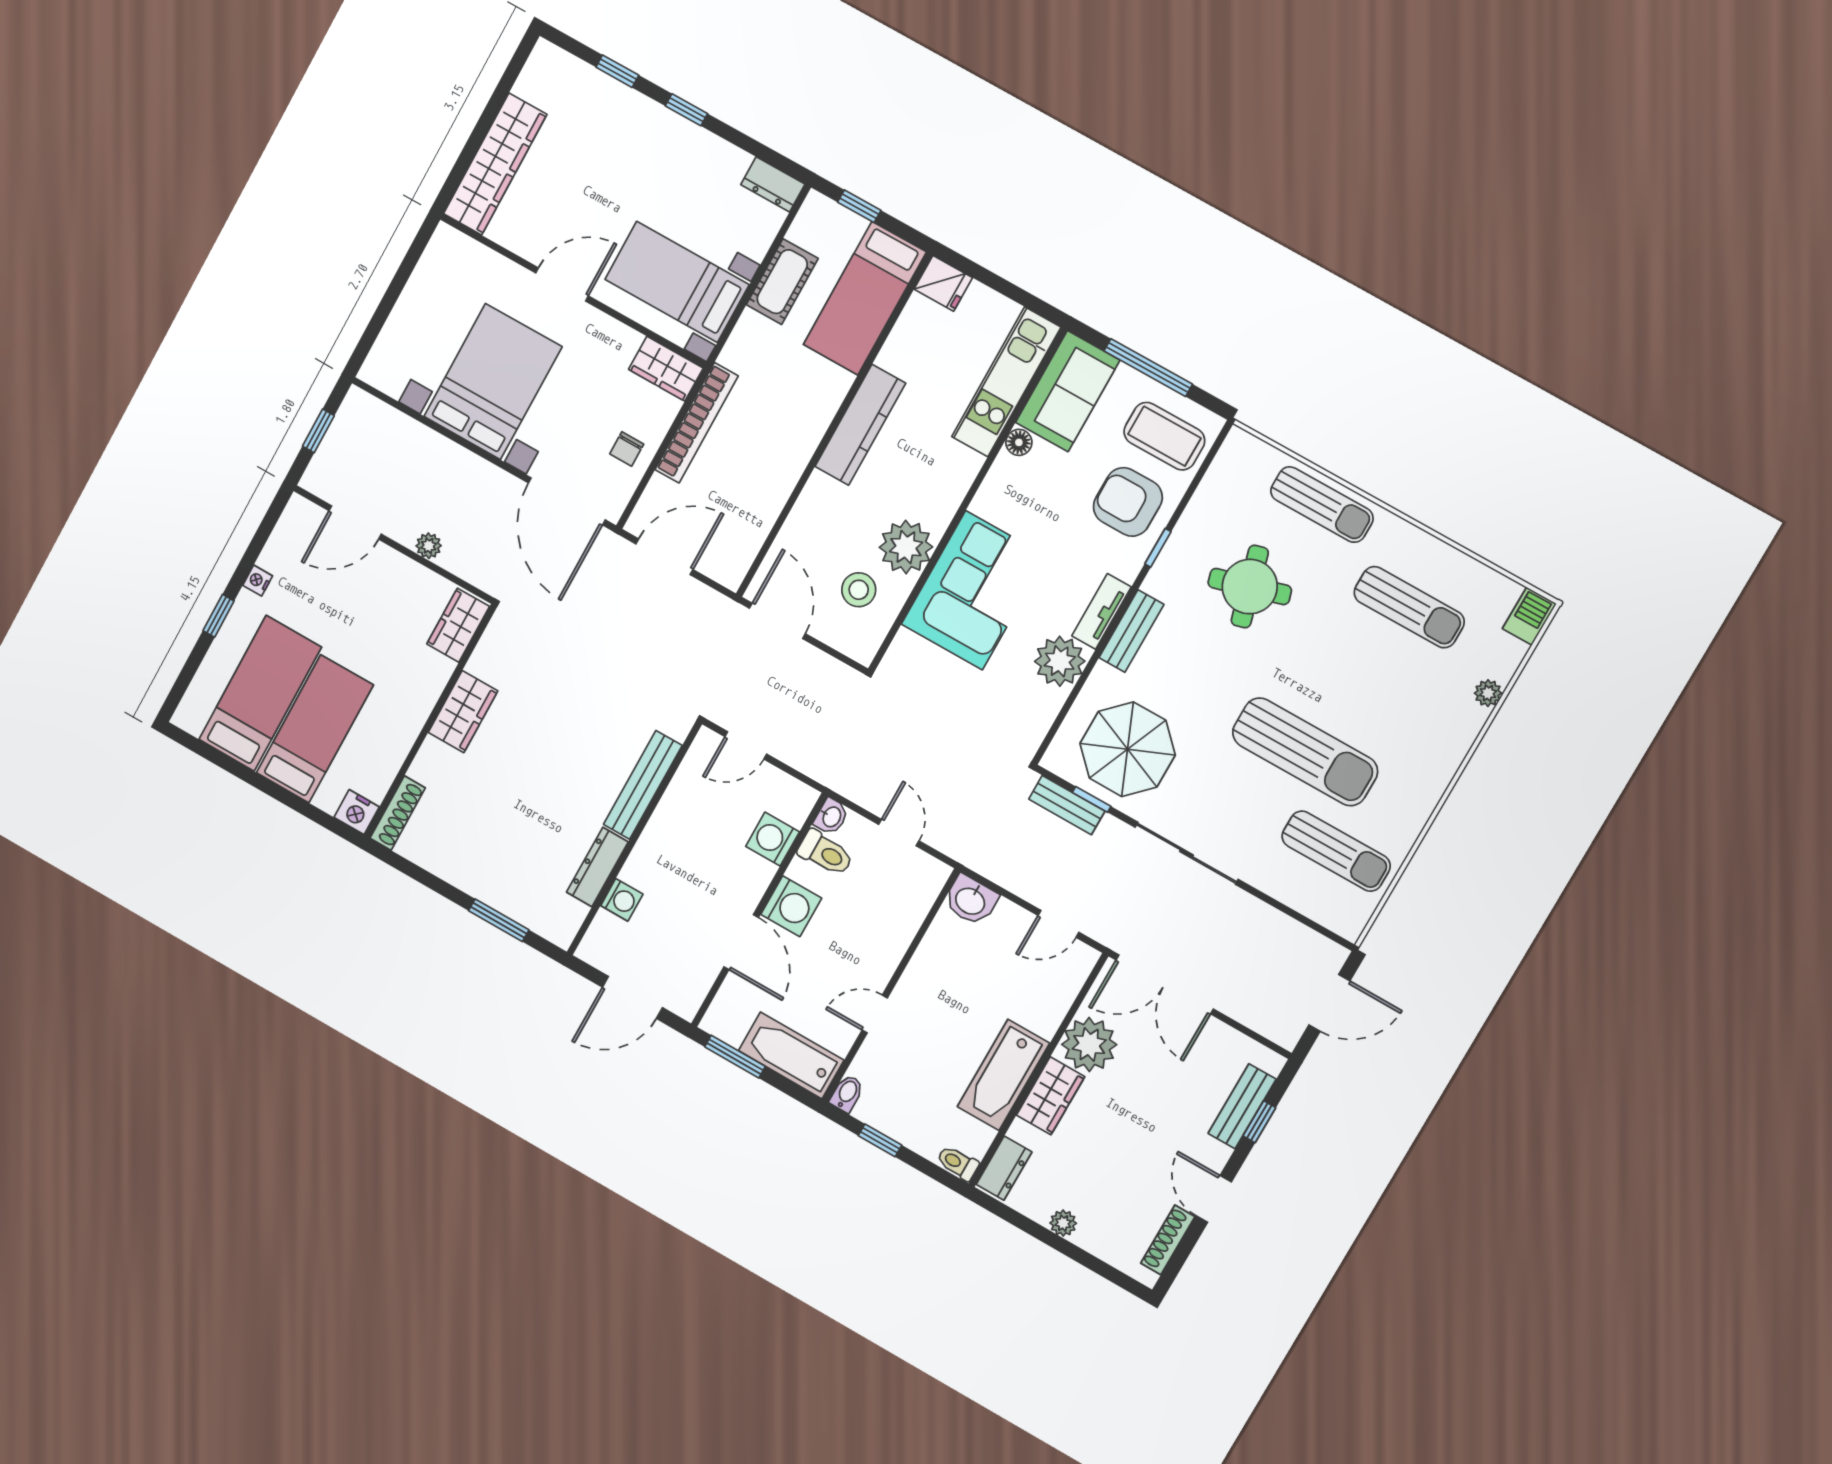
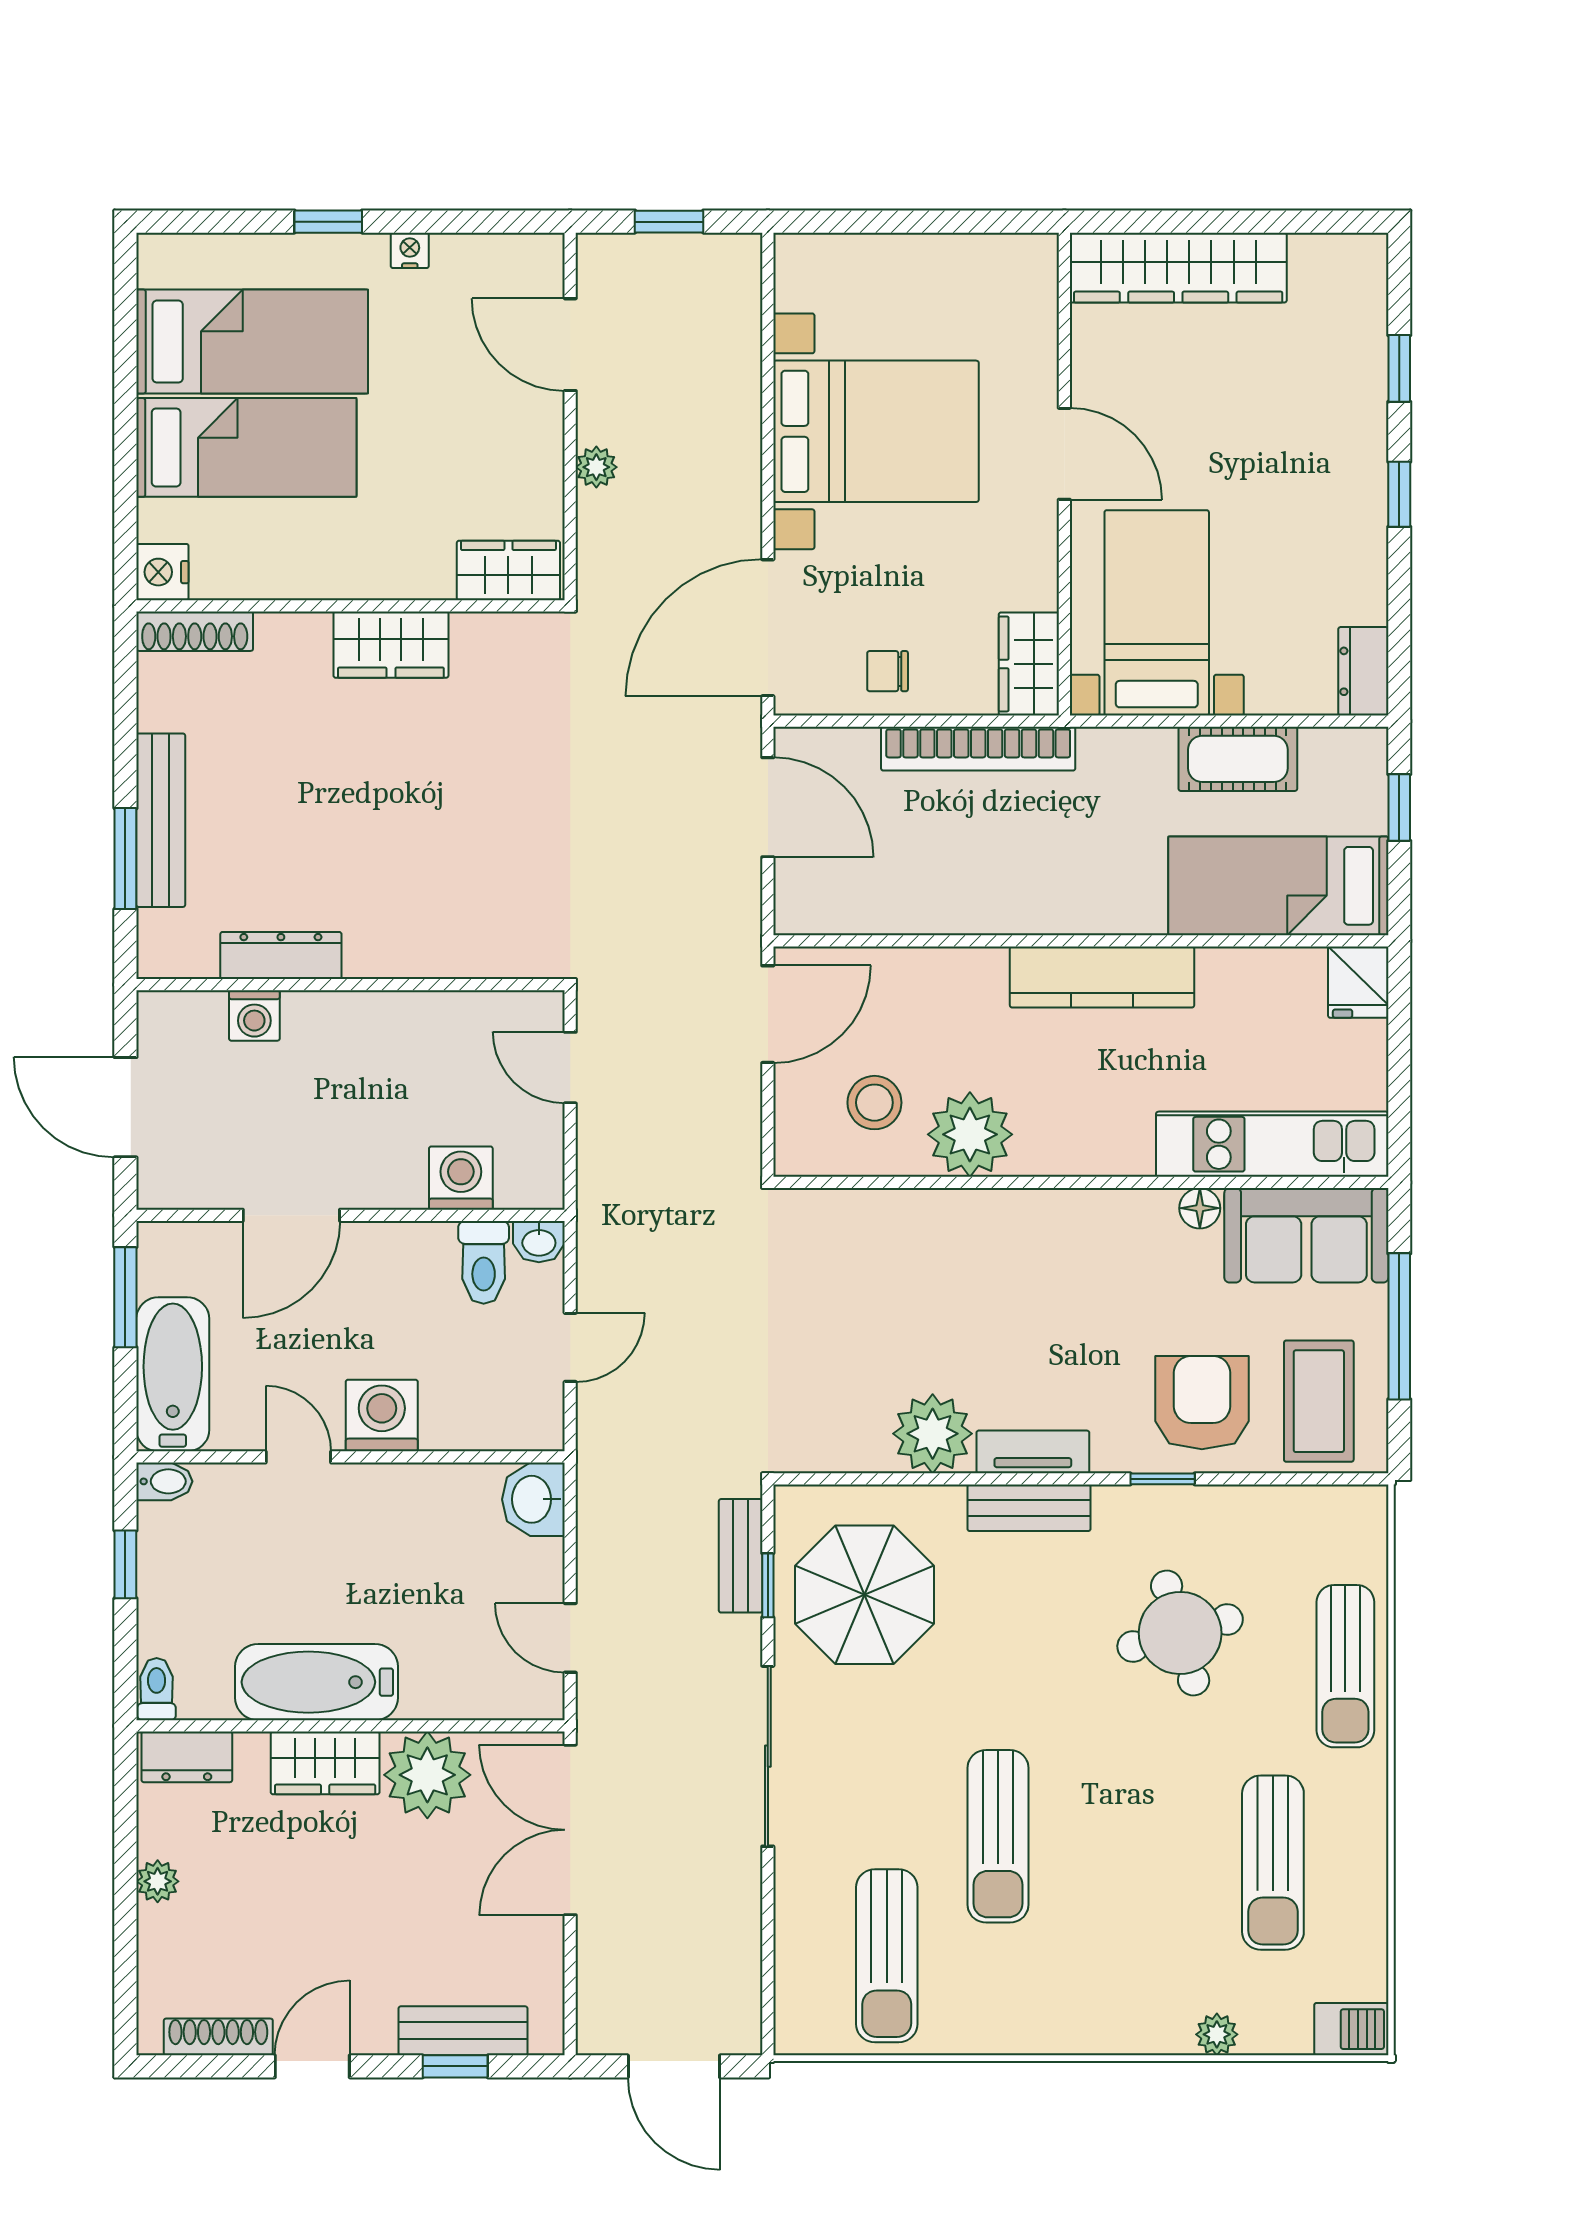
corner sofa: (974, 590) -> (963, 1261), removed
sun lounger: (1305, 752) -> (998, 1836), width x0.73, depth x0.75
bench: (643, 785) -> (161, 820), moved, turned 90
washing machine: (791, 906) -> (382, 1415), moved, turned 180

